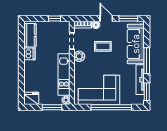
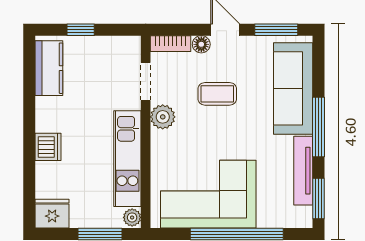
window: (55, 19) -> (81, 30), moved
dishwasher: (29, 54) -> (48, 147), moved

